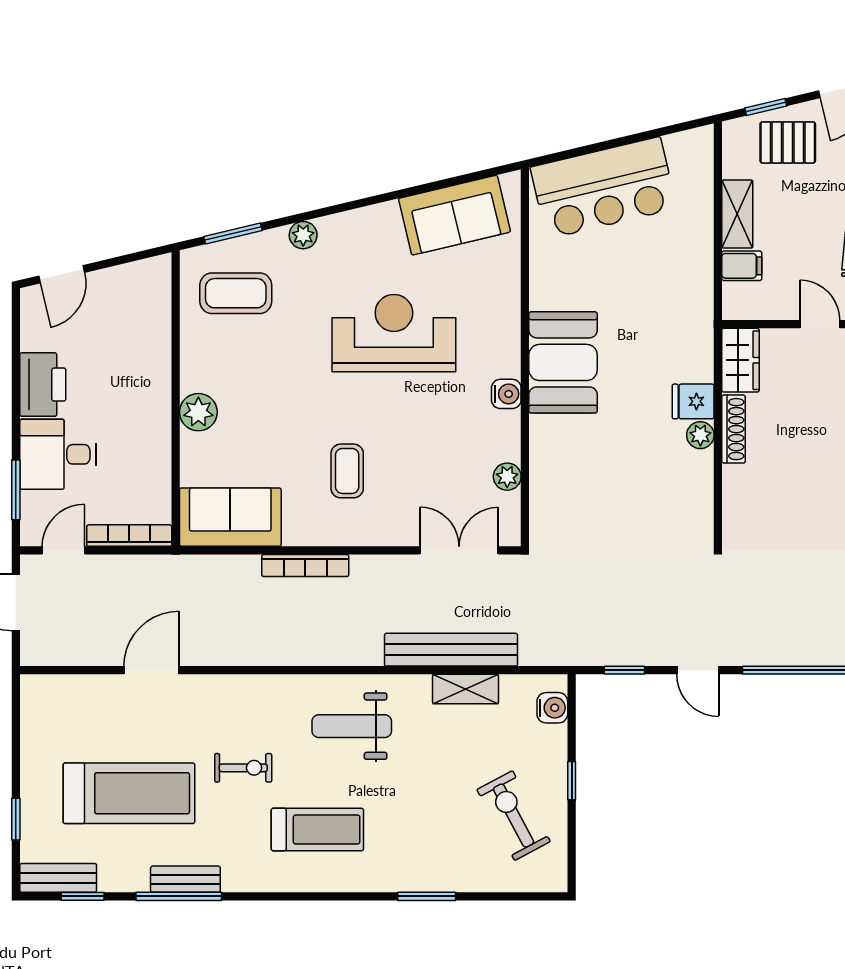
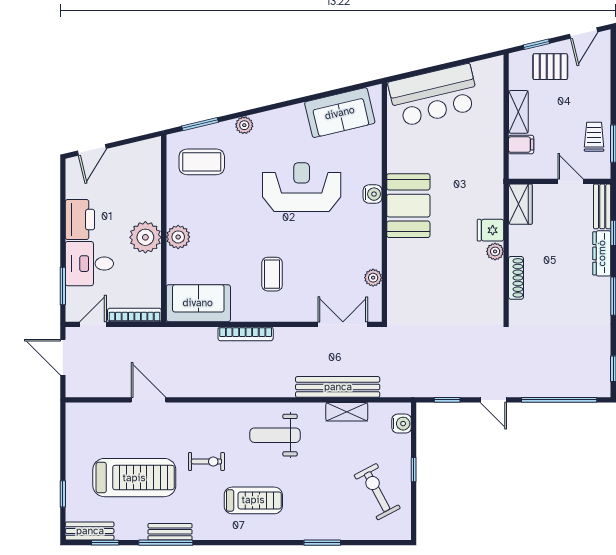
water cooler: (506, 394) -> (373, 194), moved
plant: (146, 413) -> (145, 237), added
shoe rack: (734, 429) -> (516, 278), moved
door: (151, 670) -> (148, 400), hinge flipped

